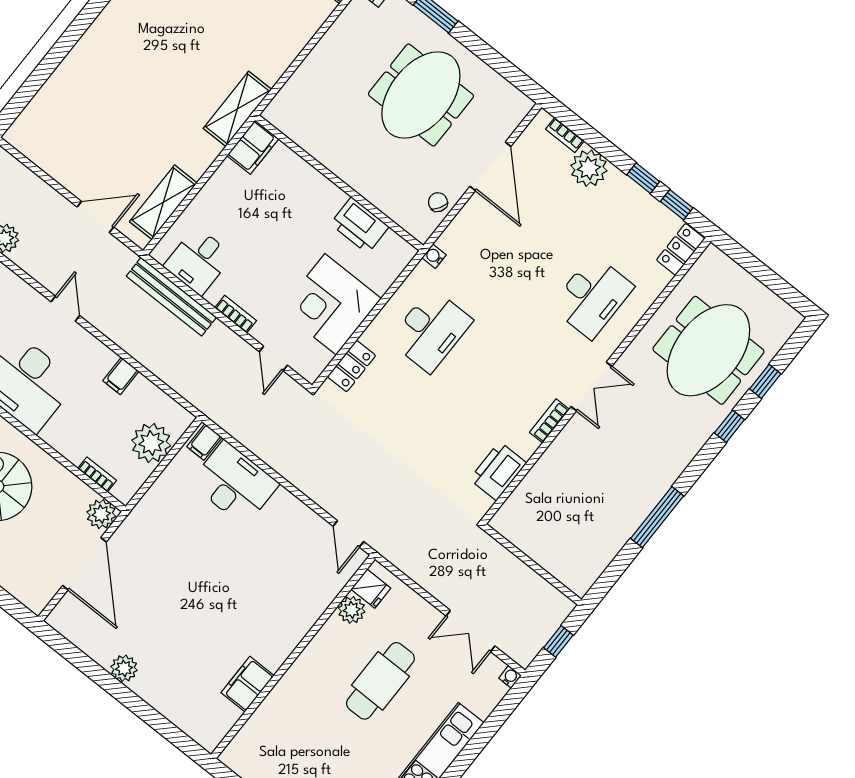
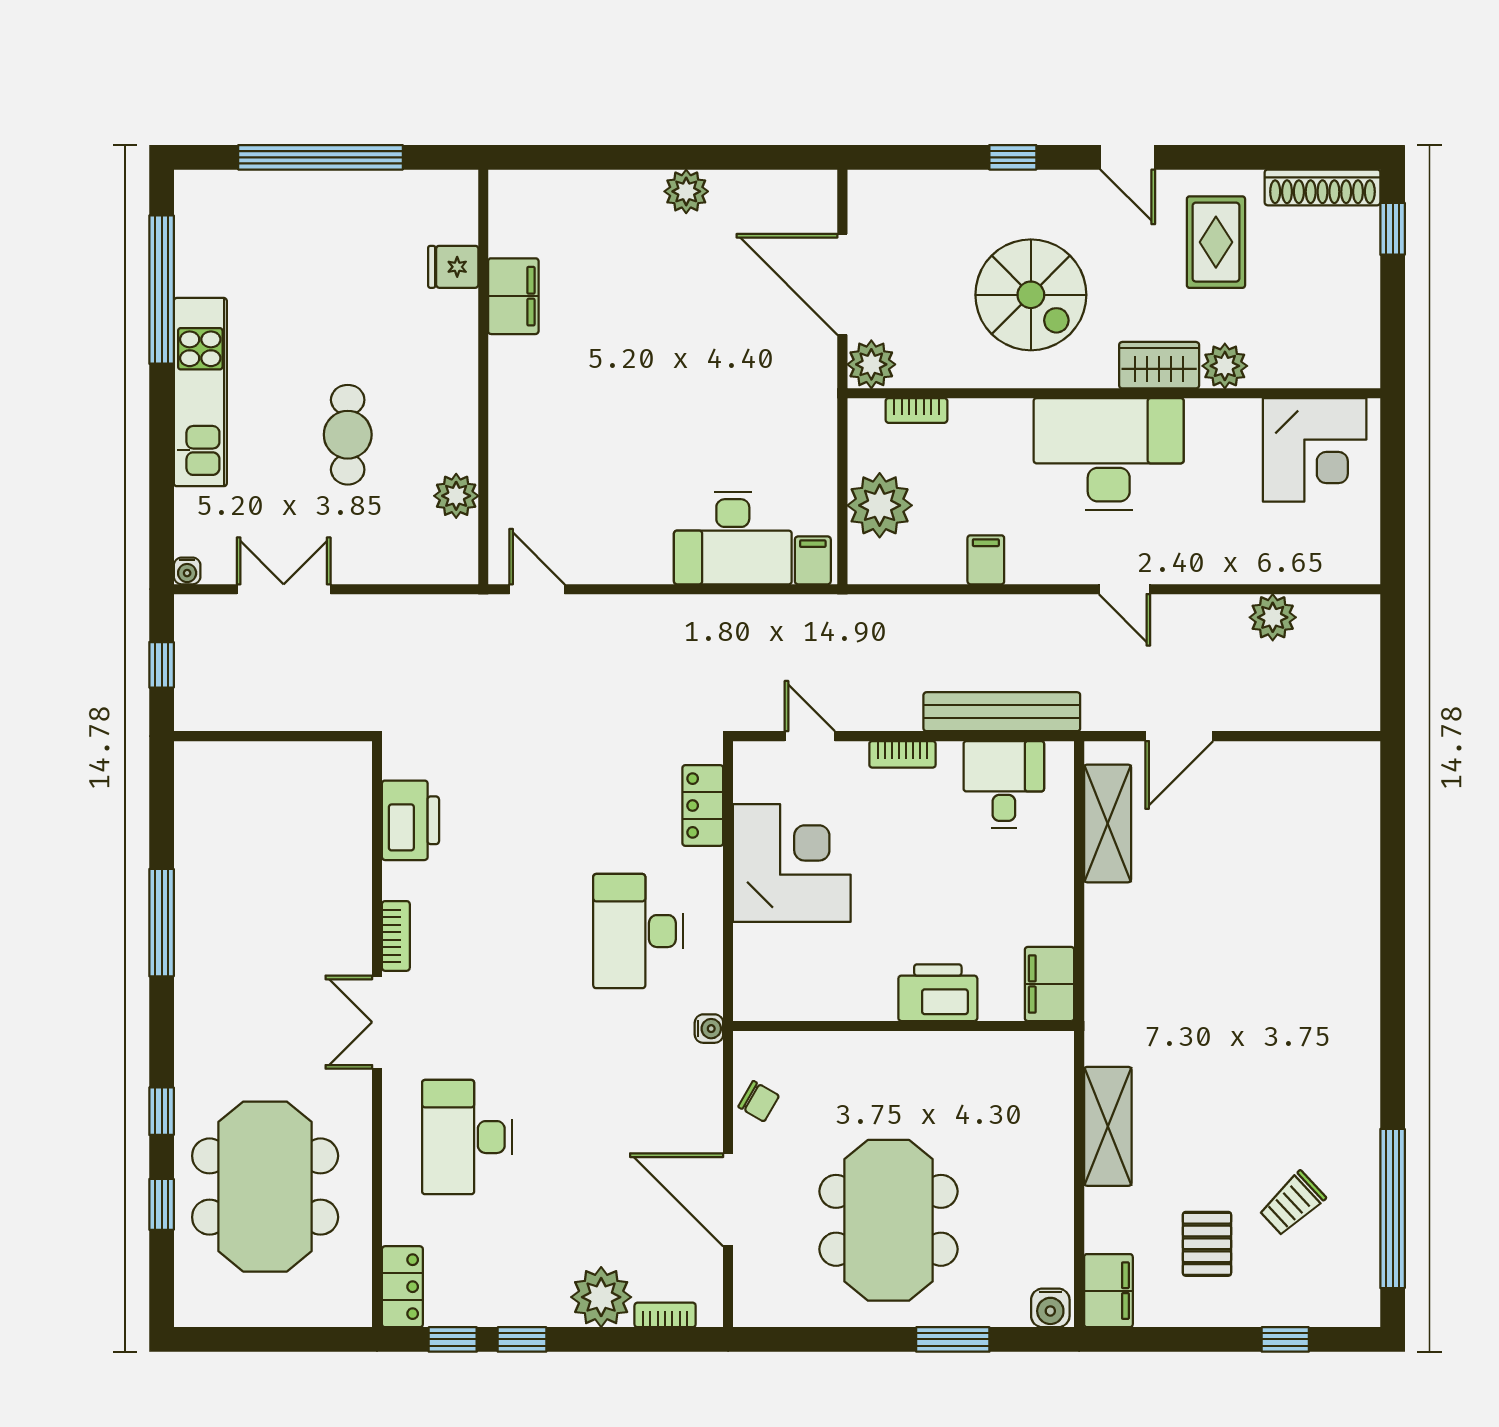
shelving: (237, 109) -> (1108, 1126), moved
printer: (360, 225) -> (938, 993), moved
fridge: (371, 589) -> (453, 267), moved
cafe table: (380, 681) -> (348, 435), width x0.73, depth x0.74

